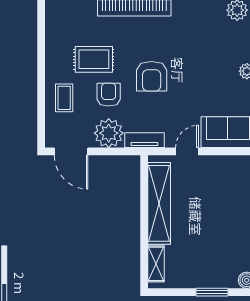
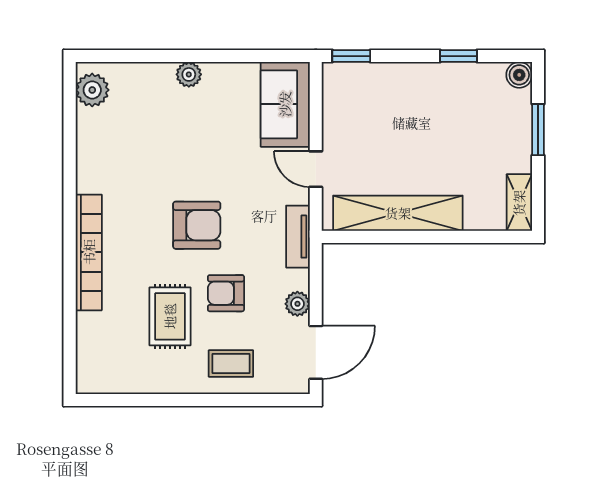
plant: (109, 133) -> (297, 304), width x0.53, depth x0.53
shelving: (156, 264) -> (519, 203), moved, turned 90

